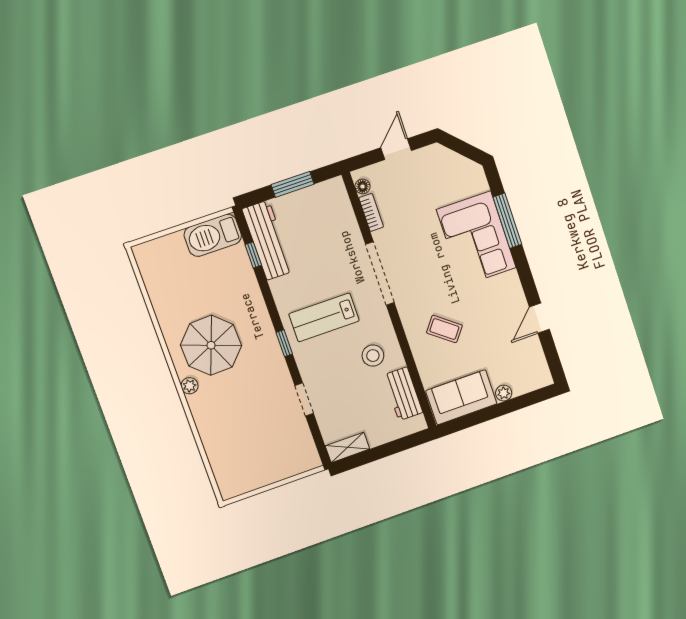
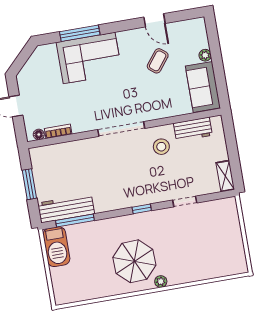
window: (253, 255) -> (75, 220), width x2.17
doorway: (380, 274) -> (121, 129), moved
lab bench: (324, 317) -> (128, 177), removed
coffee table: (444, 329) -> (158, 61), moved

